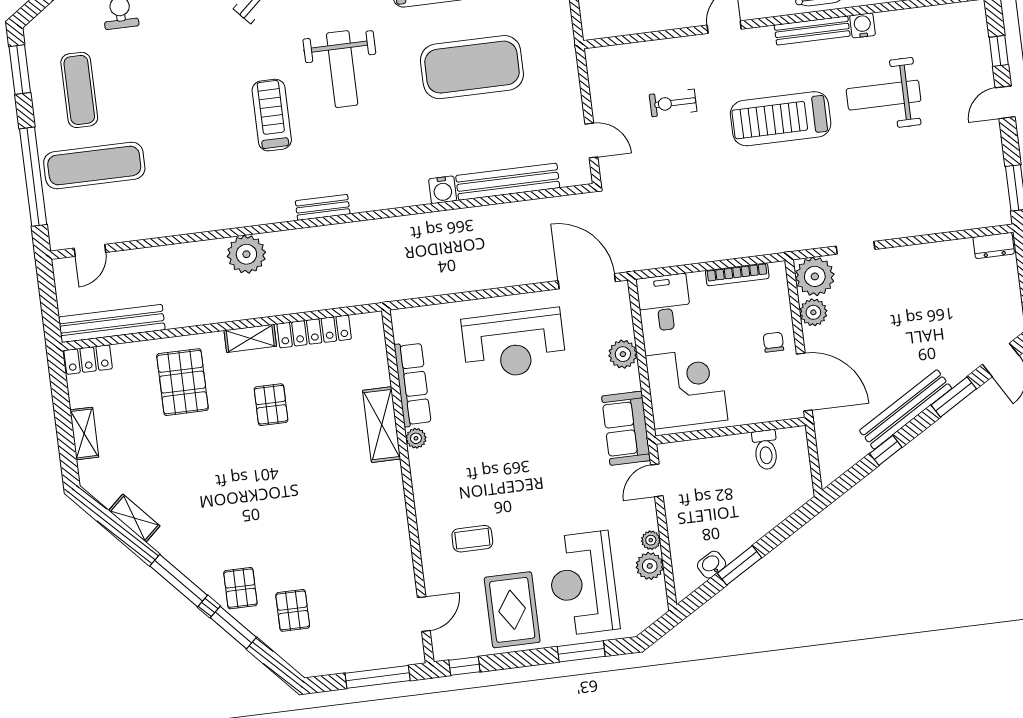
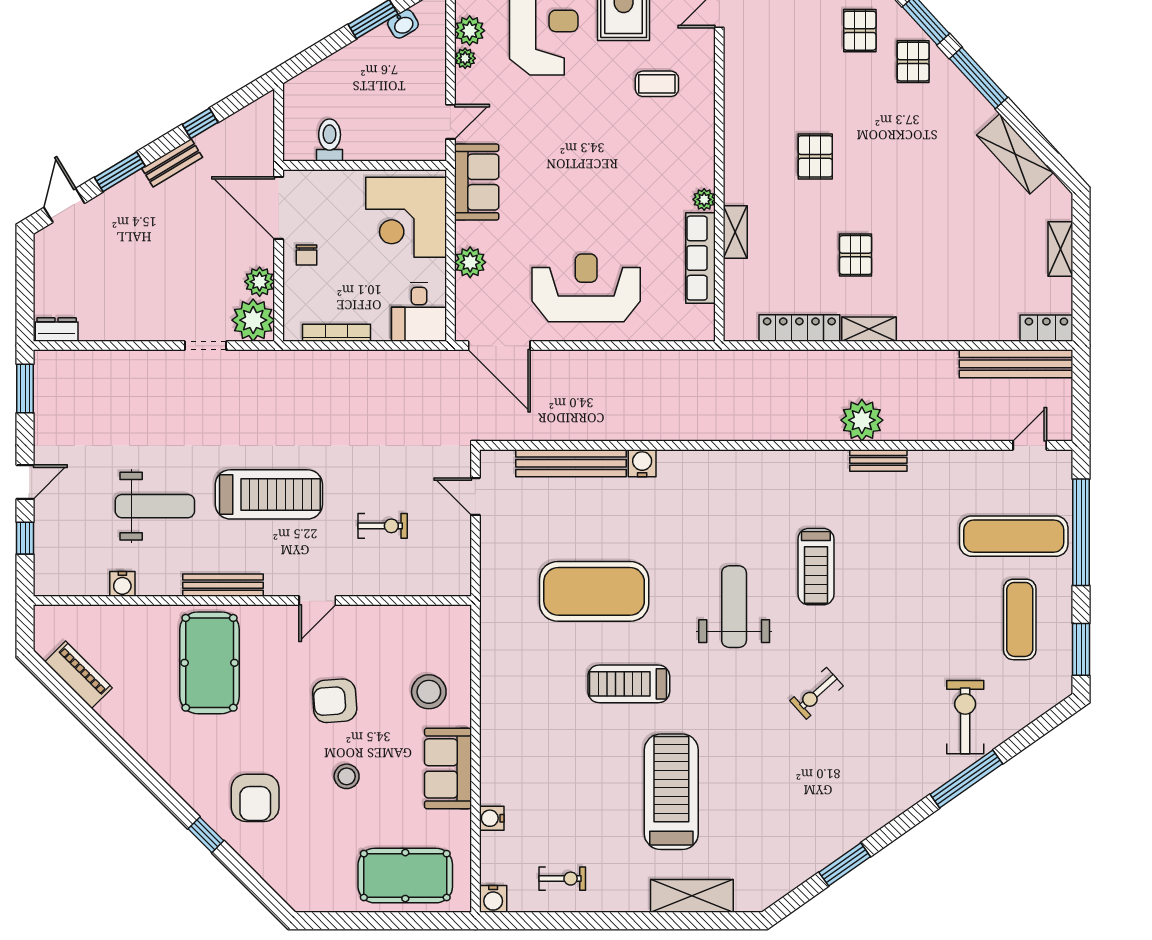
water cooler: (862, 25) -> (122, 584), moved
bench: (323, 207) -> (878, 460), moved
pallet: (183, 382) -> (815, 156), moved, width x0.67, depth x0.71
bench: (906, 409) -> (172, 163), width x0.54, depth x0.82
shelving: (382, 425) -> (735, 232), width x0.67, depth x0.75
shelving: (134, 518) -> (1015, 154), width x1.50, depth x1.33

